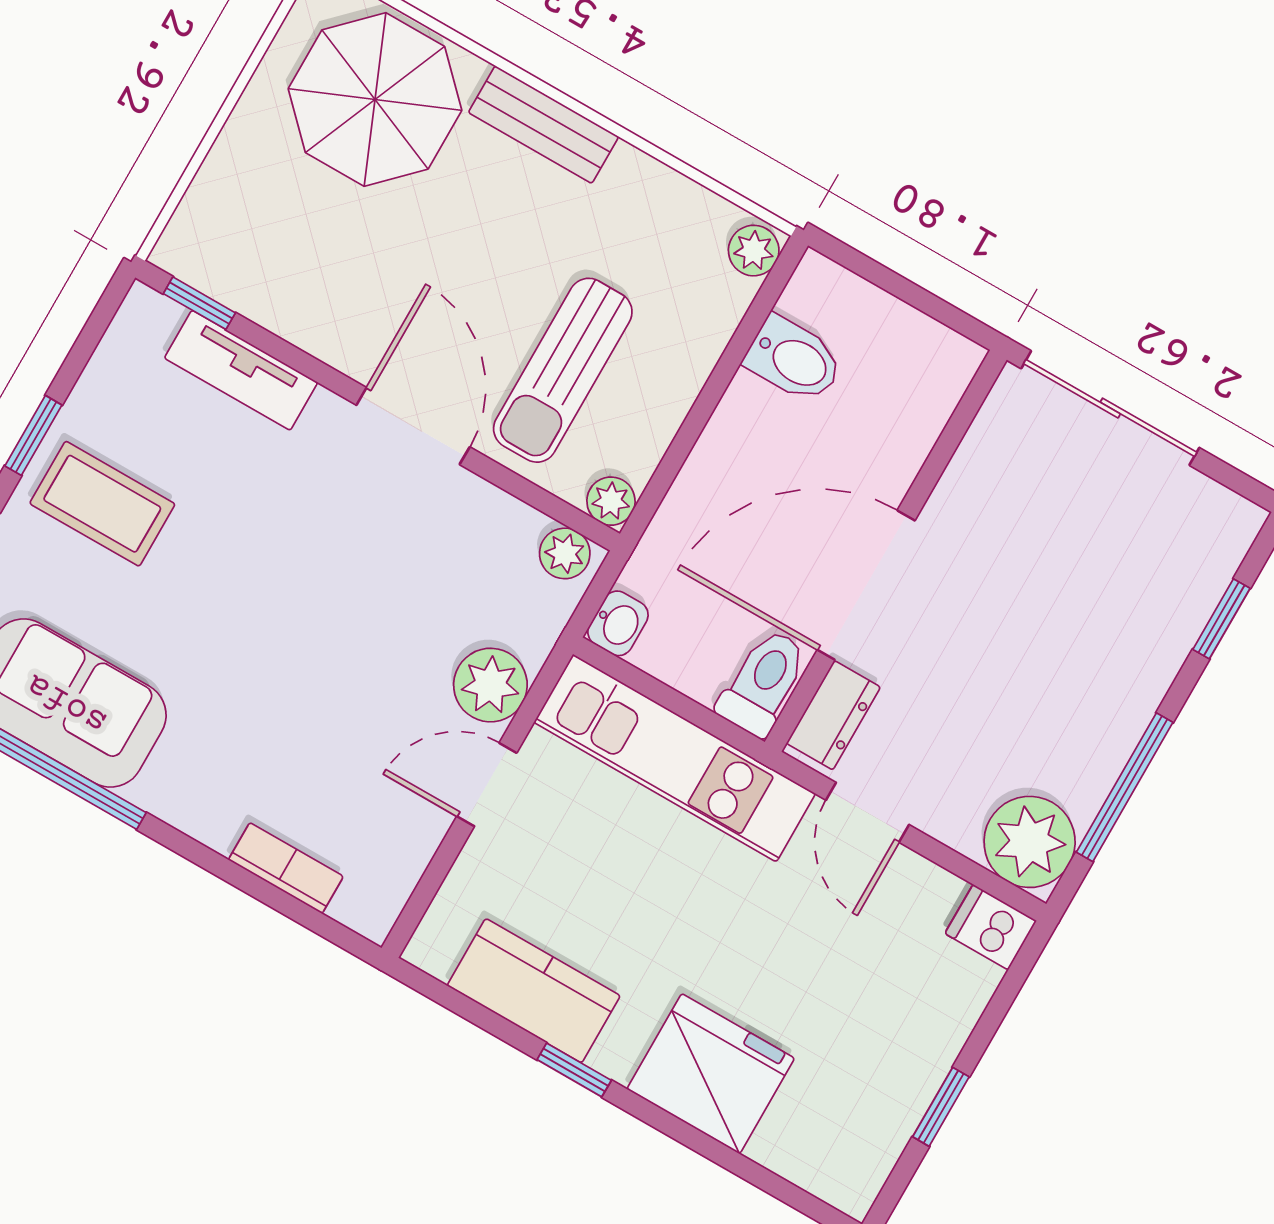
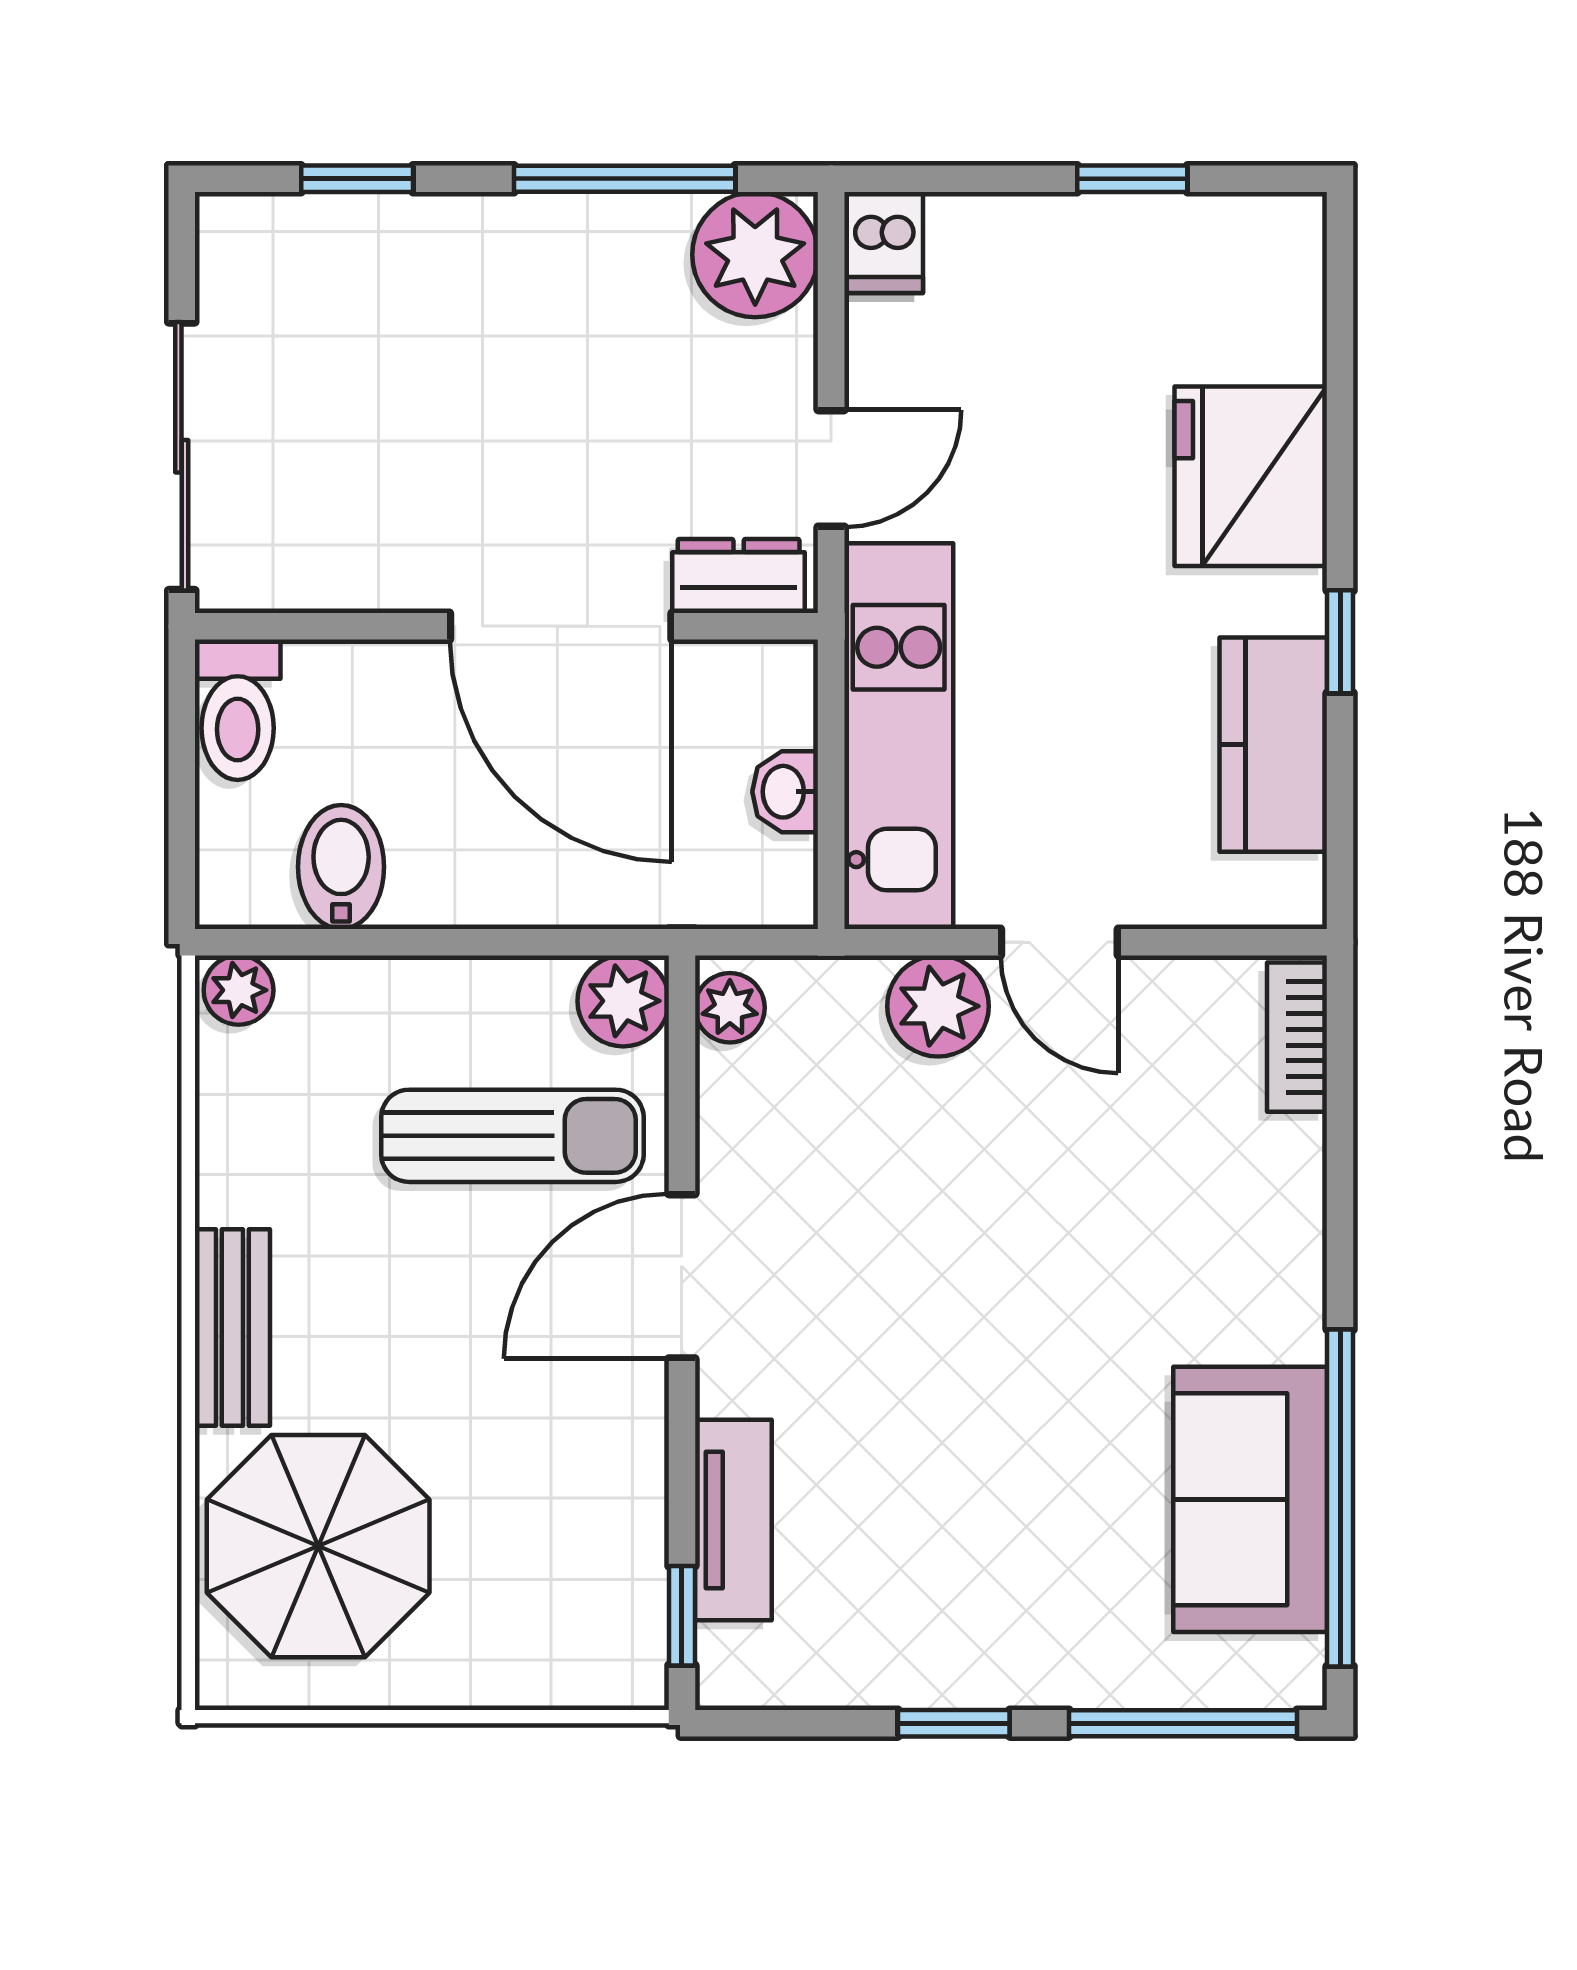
plant: (611, 501) -> (623, 1001), width x1.38, depth x1.38
coffee table: (102, 504) -> (988, 1594), removed
washbasin: (618, 623) -> (785, 792), moved, turned -90
toilet: (763, 682) -> (238, 710), moved, turned -90
bookcase: (286, 868) -> (1297, 1037), moved

